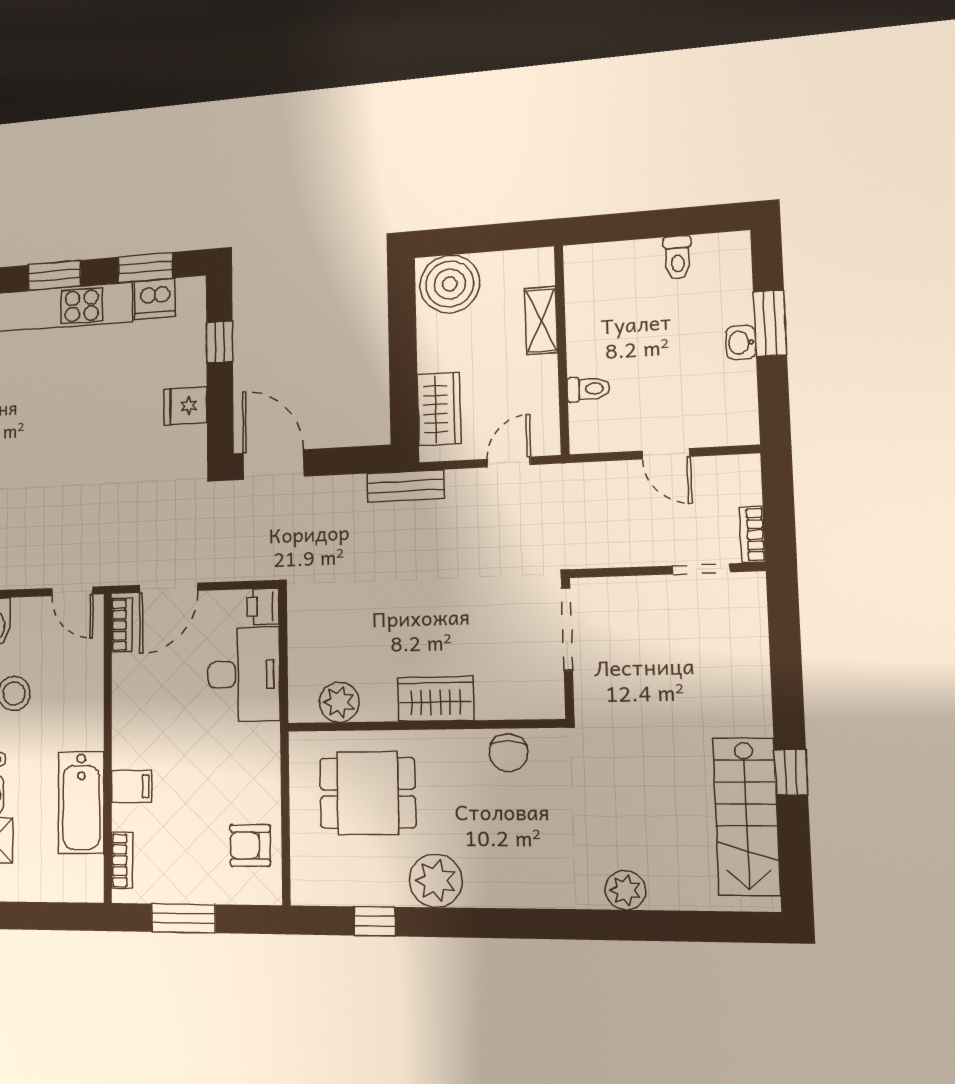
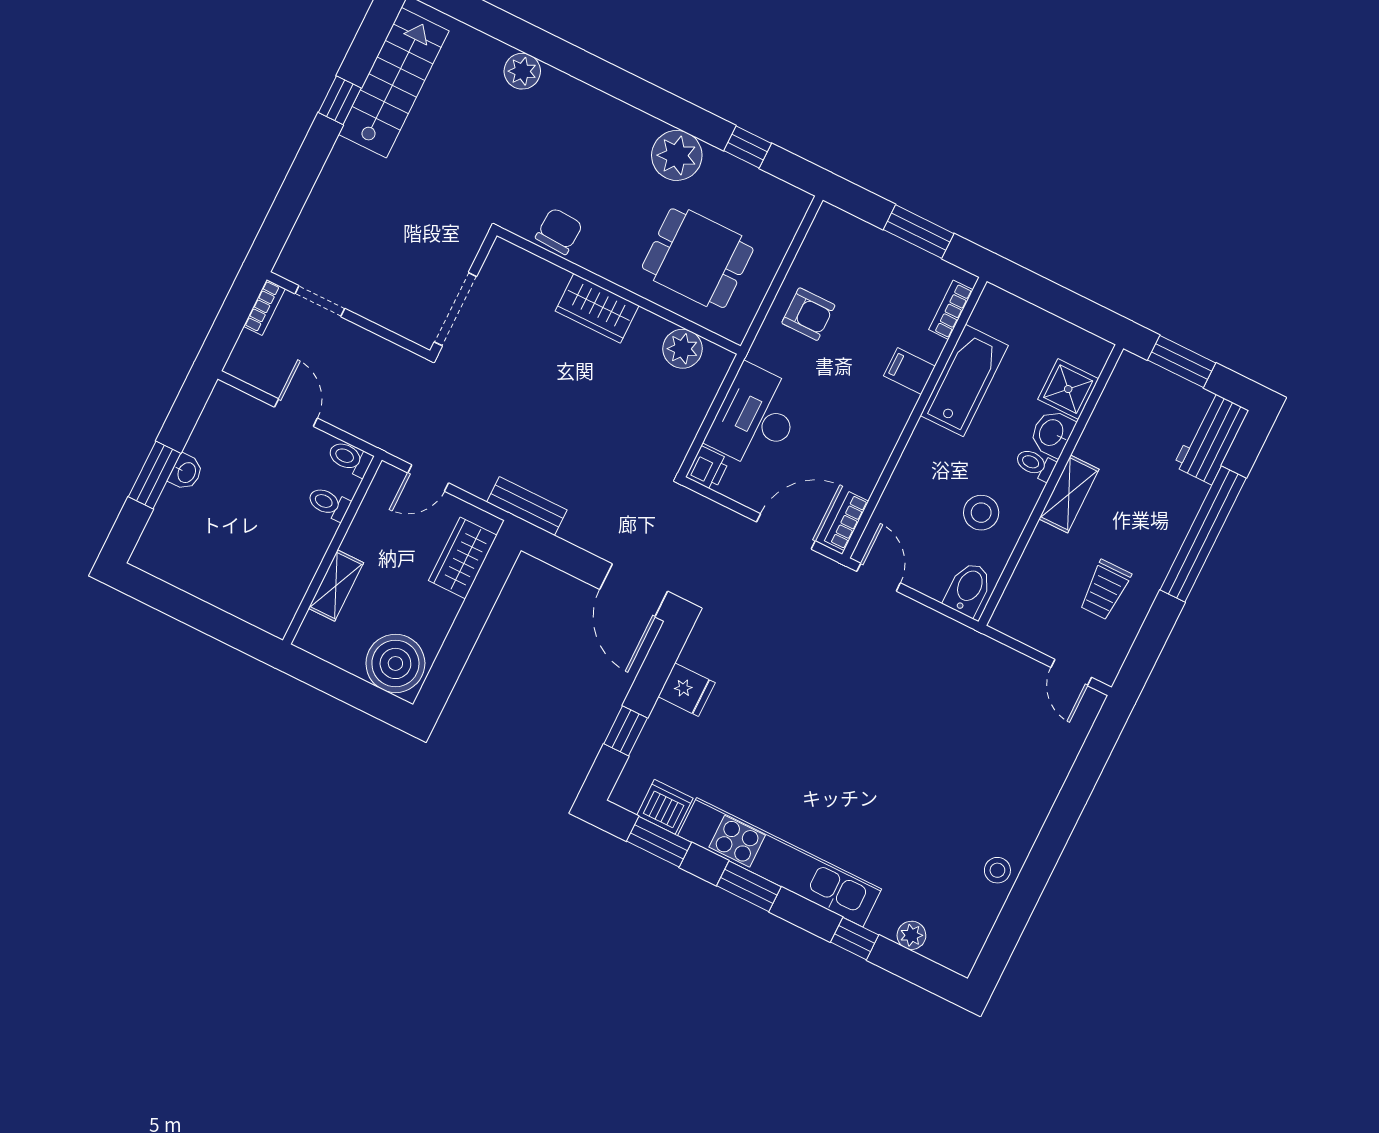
toilet: (678, 257) -> (350, 458), moved, turned -90
armchair: (250, 845) -> (808, 314), moved

